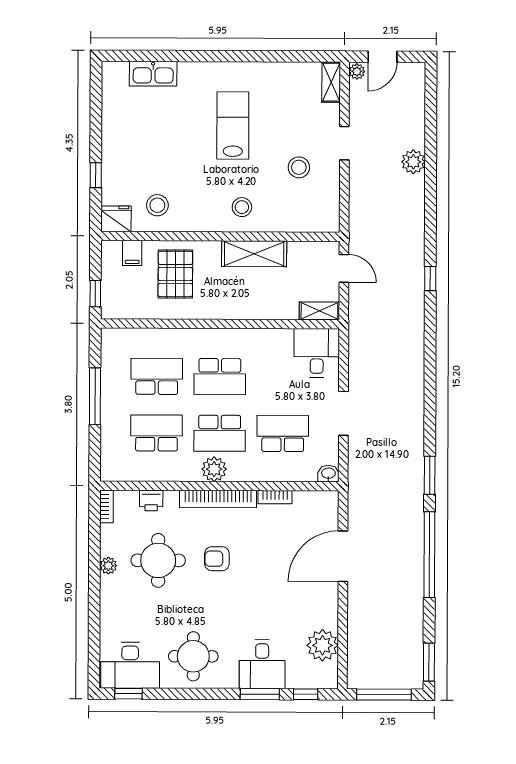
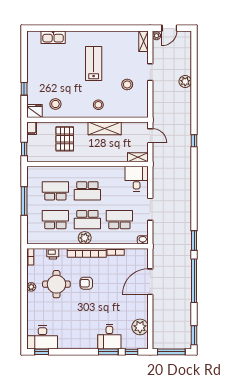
filing cabinet: (132, 253) -> (32, 128), moved
round table: (193, 656) -> (74, 333), removed

